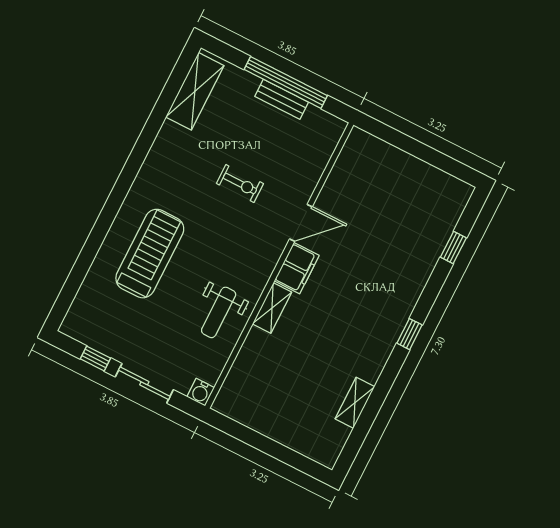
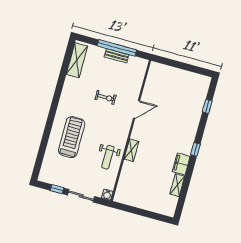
filing cabinet: (297, 268) -> (181, 164), moved, turned 180

